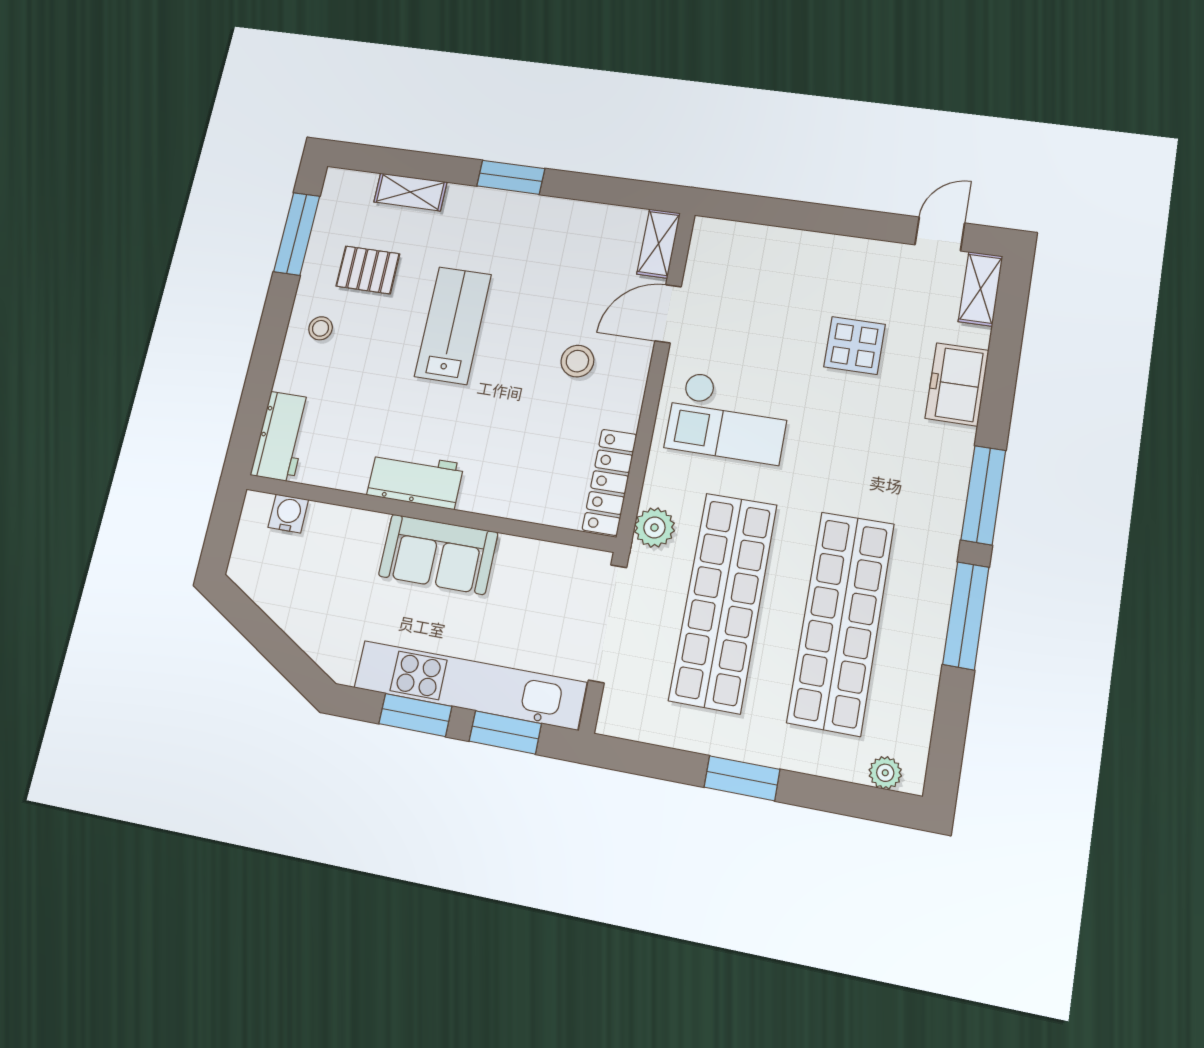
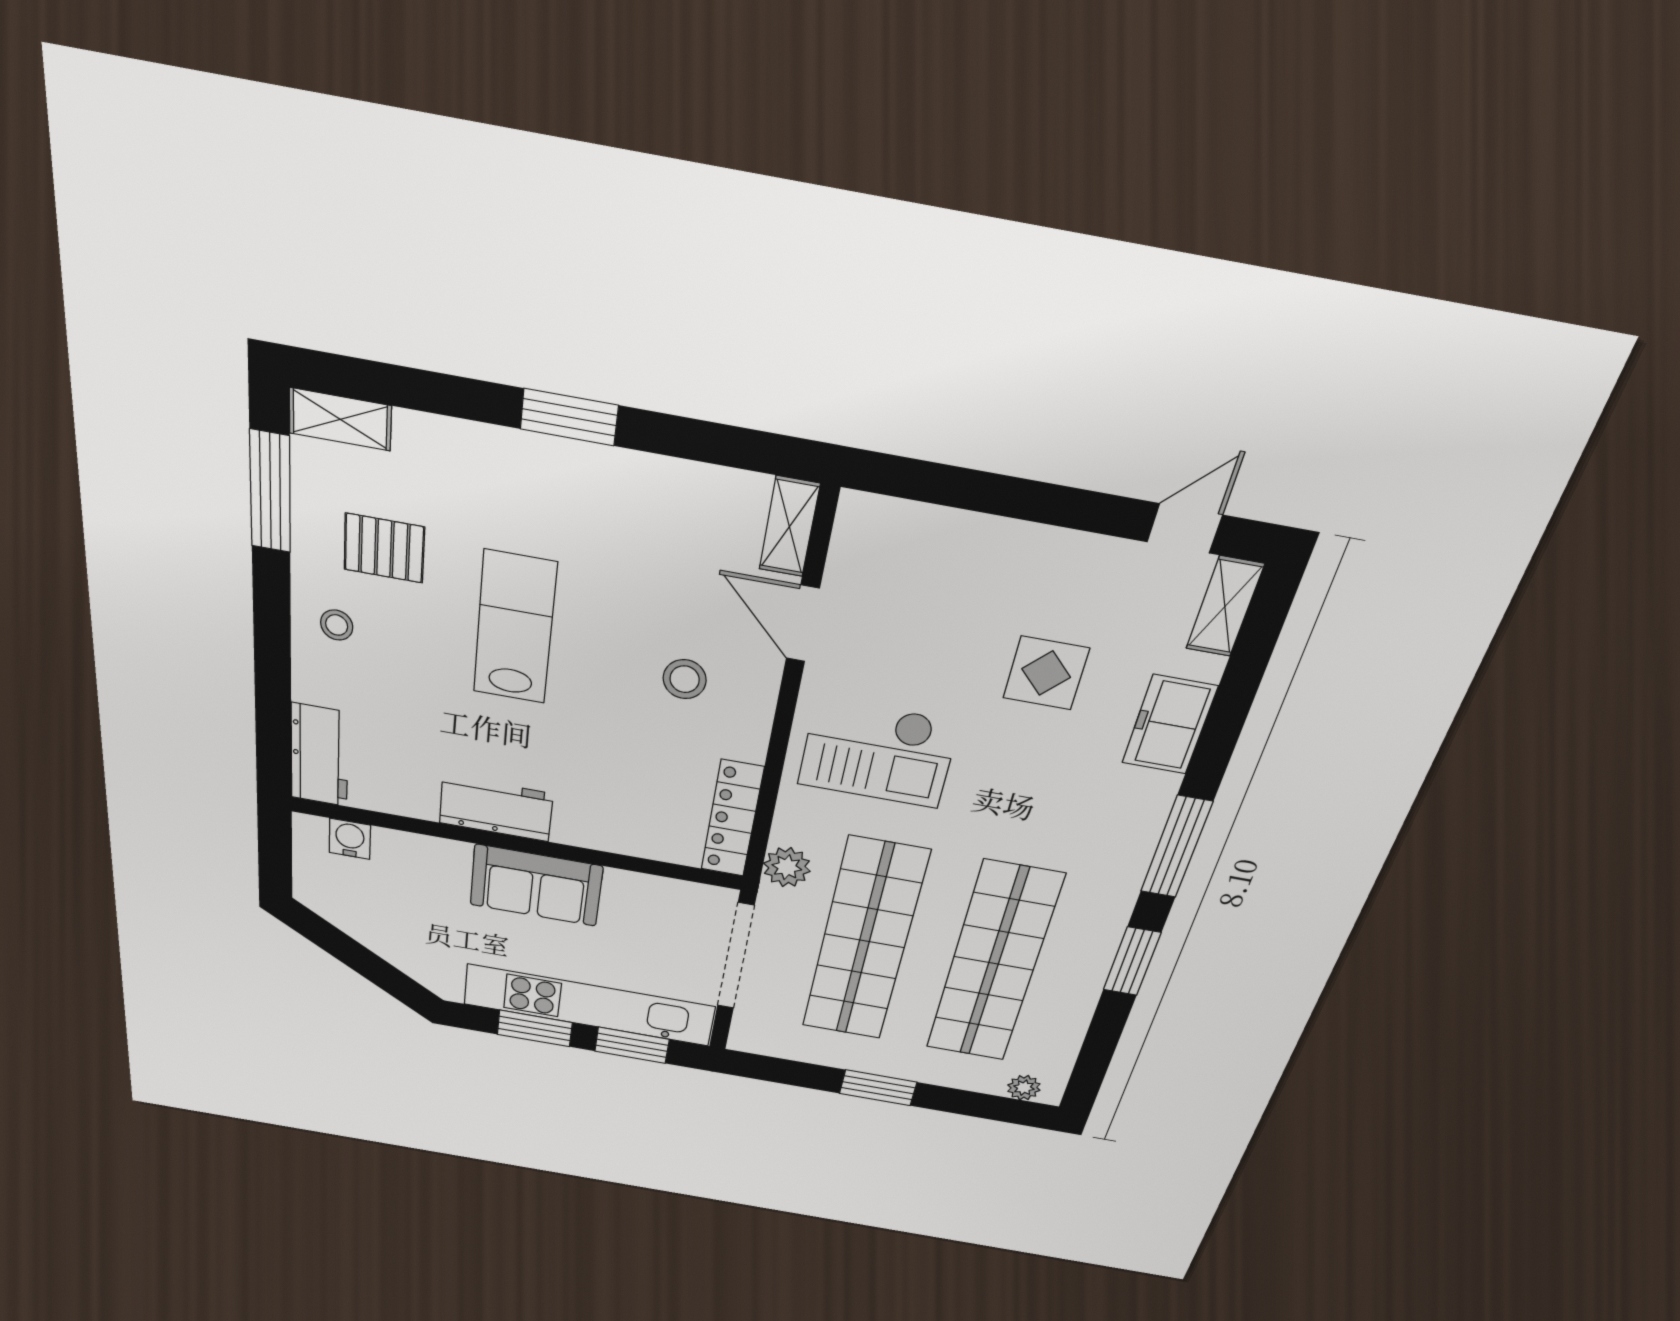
shelving: (410, 192) -> (340, 419), moved
door: (668, 314) -> (803, 624), hinge flipped
window: (966, 616) -> (1132, 961), width x0.69

